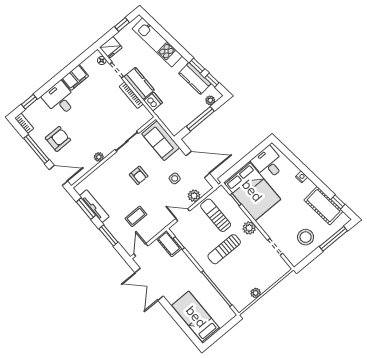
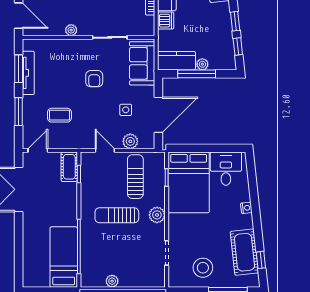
kitchen counter: (195, 78) -> (176, 61), moved, turned 96
plant: (210, 100) -> (202, 64), moved
door: (198, 164) -> (158, 115), hinge flipped
bed: (196, 317) -> (64, 257), moved

